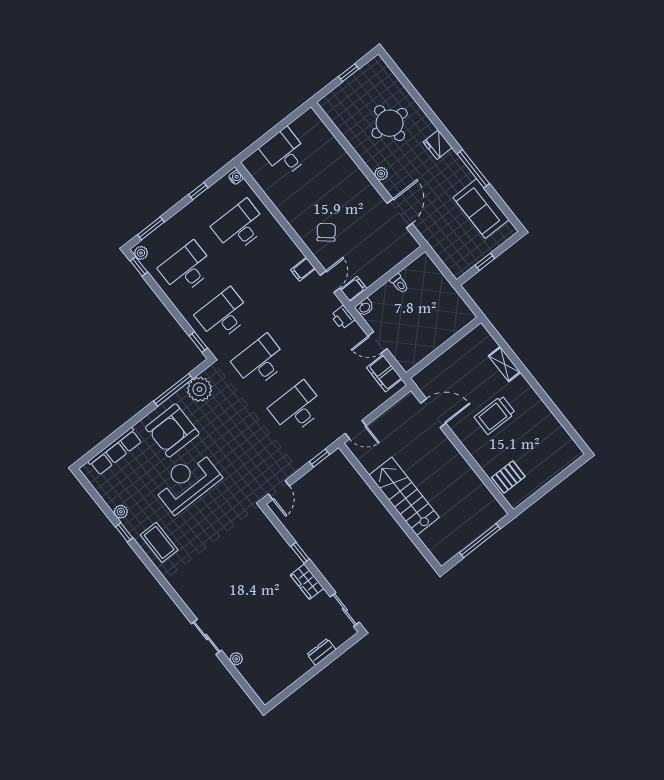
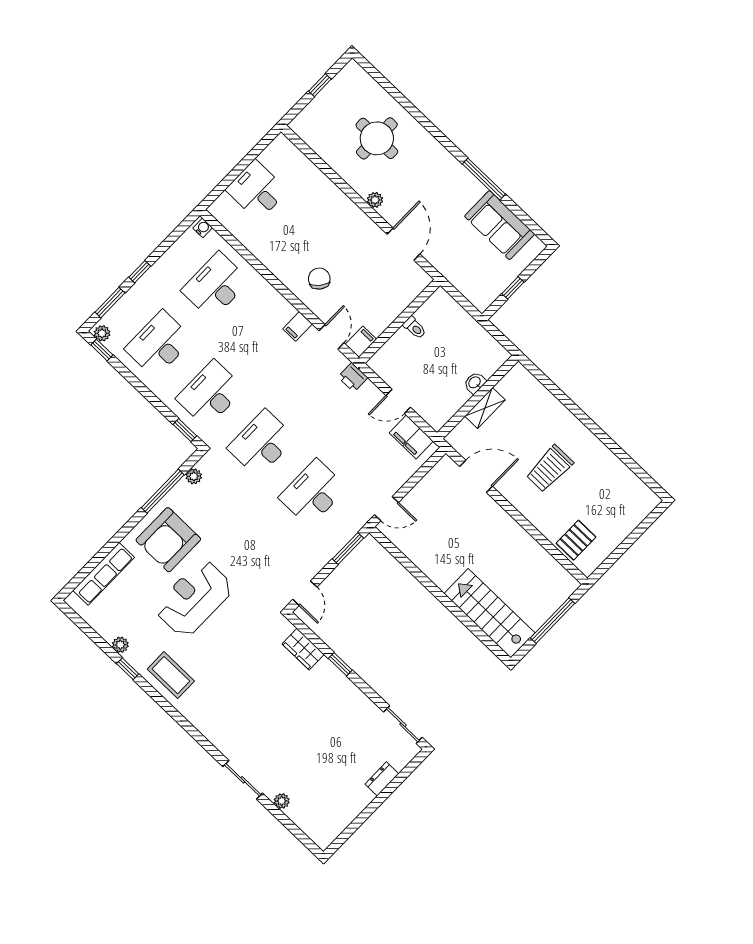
fridge: (438, 145) -> (438, 156), removed
window: (198, 191) -> (140, 272), moved
washbasin: (365, 307) -> (475, 383), moved, turned 180
shelving: (504, 364) -> (485, 408), moved, turned 90
plant: (199, 389) -> (194, 476), width x0.53, depth x0.53
window: (319, 458) -> (348, 548), width x1.50
stairs: (404, 496) -> (489, 613), moved
wardrobe: (307, 582) -> (303, 649), moved

